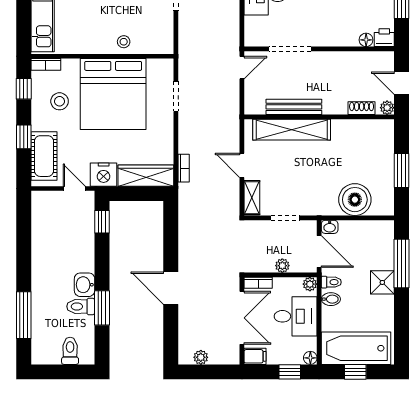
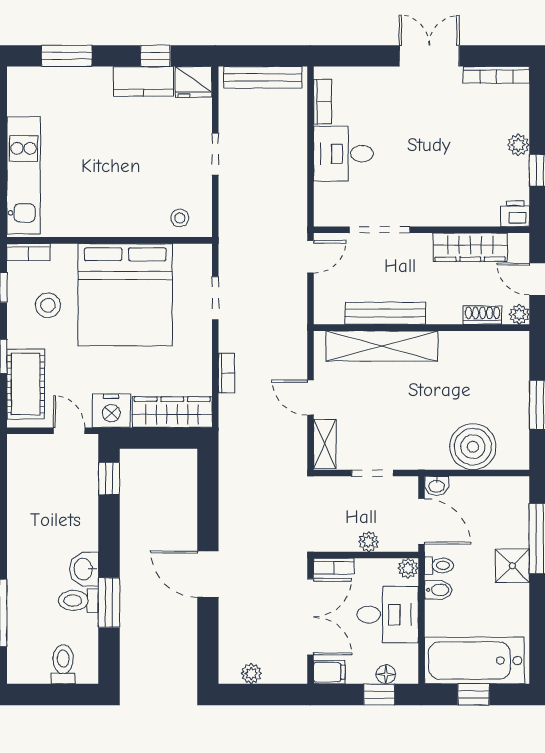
floor lamp: (366, 40) -> (489, 217), removed
stool: (124, 42) -> (180, 218), moved
wardrobe: (353, 61) -> (470, 247), added
bookcase: (184, 168) -> (226, 373), moved
floor lamp: (310, 358) -> (386, 674), moved

